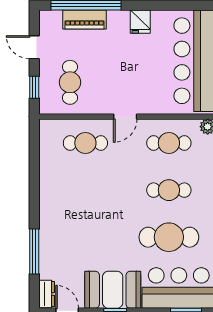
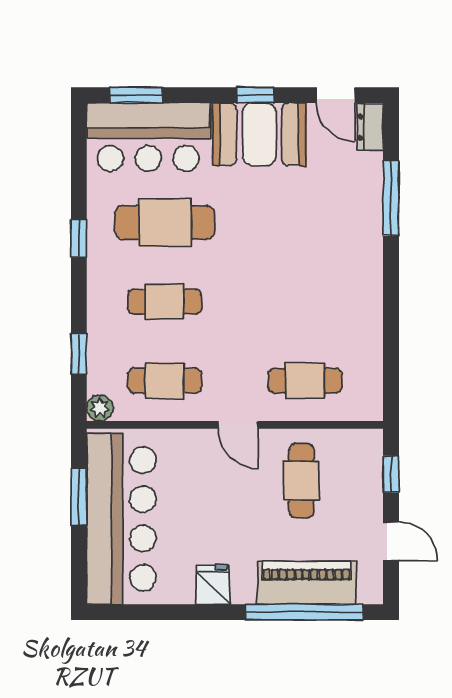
piano: (85, 19) -> (307, 583), width x1.37, depth x1.33
cafe table: (70, 82) -> (301, 481), moved
door: (125, 117) -> (238, 425), swing flipped

